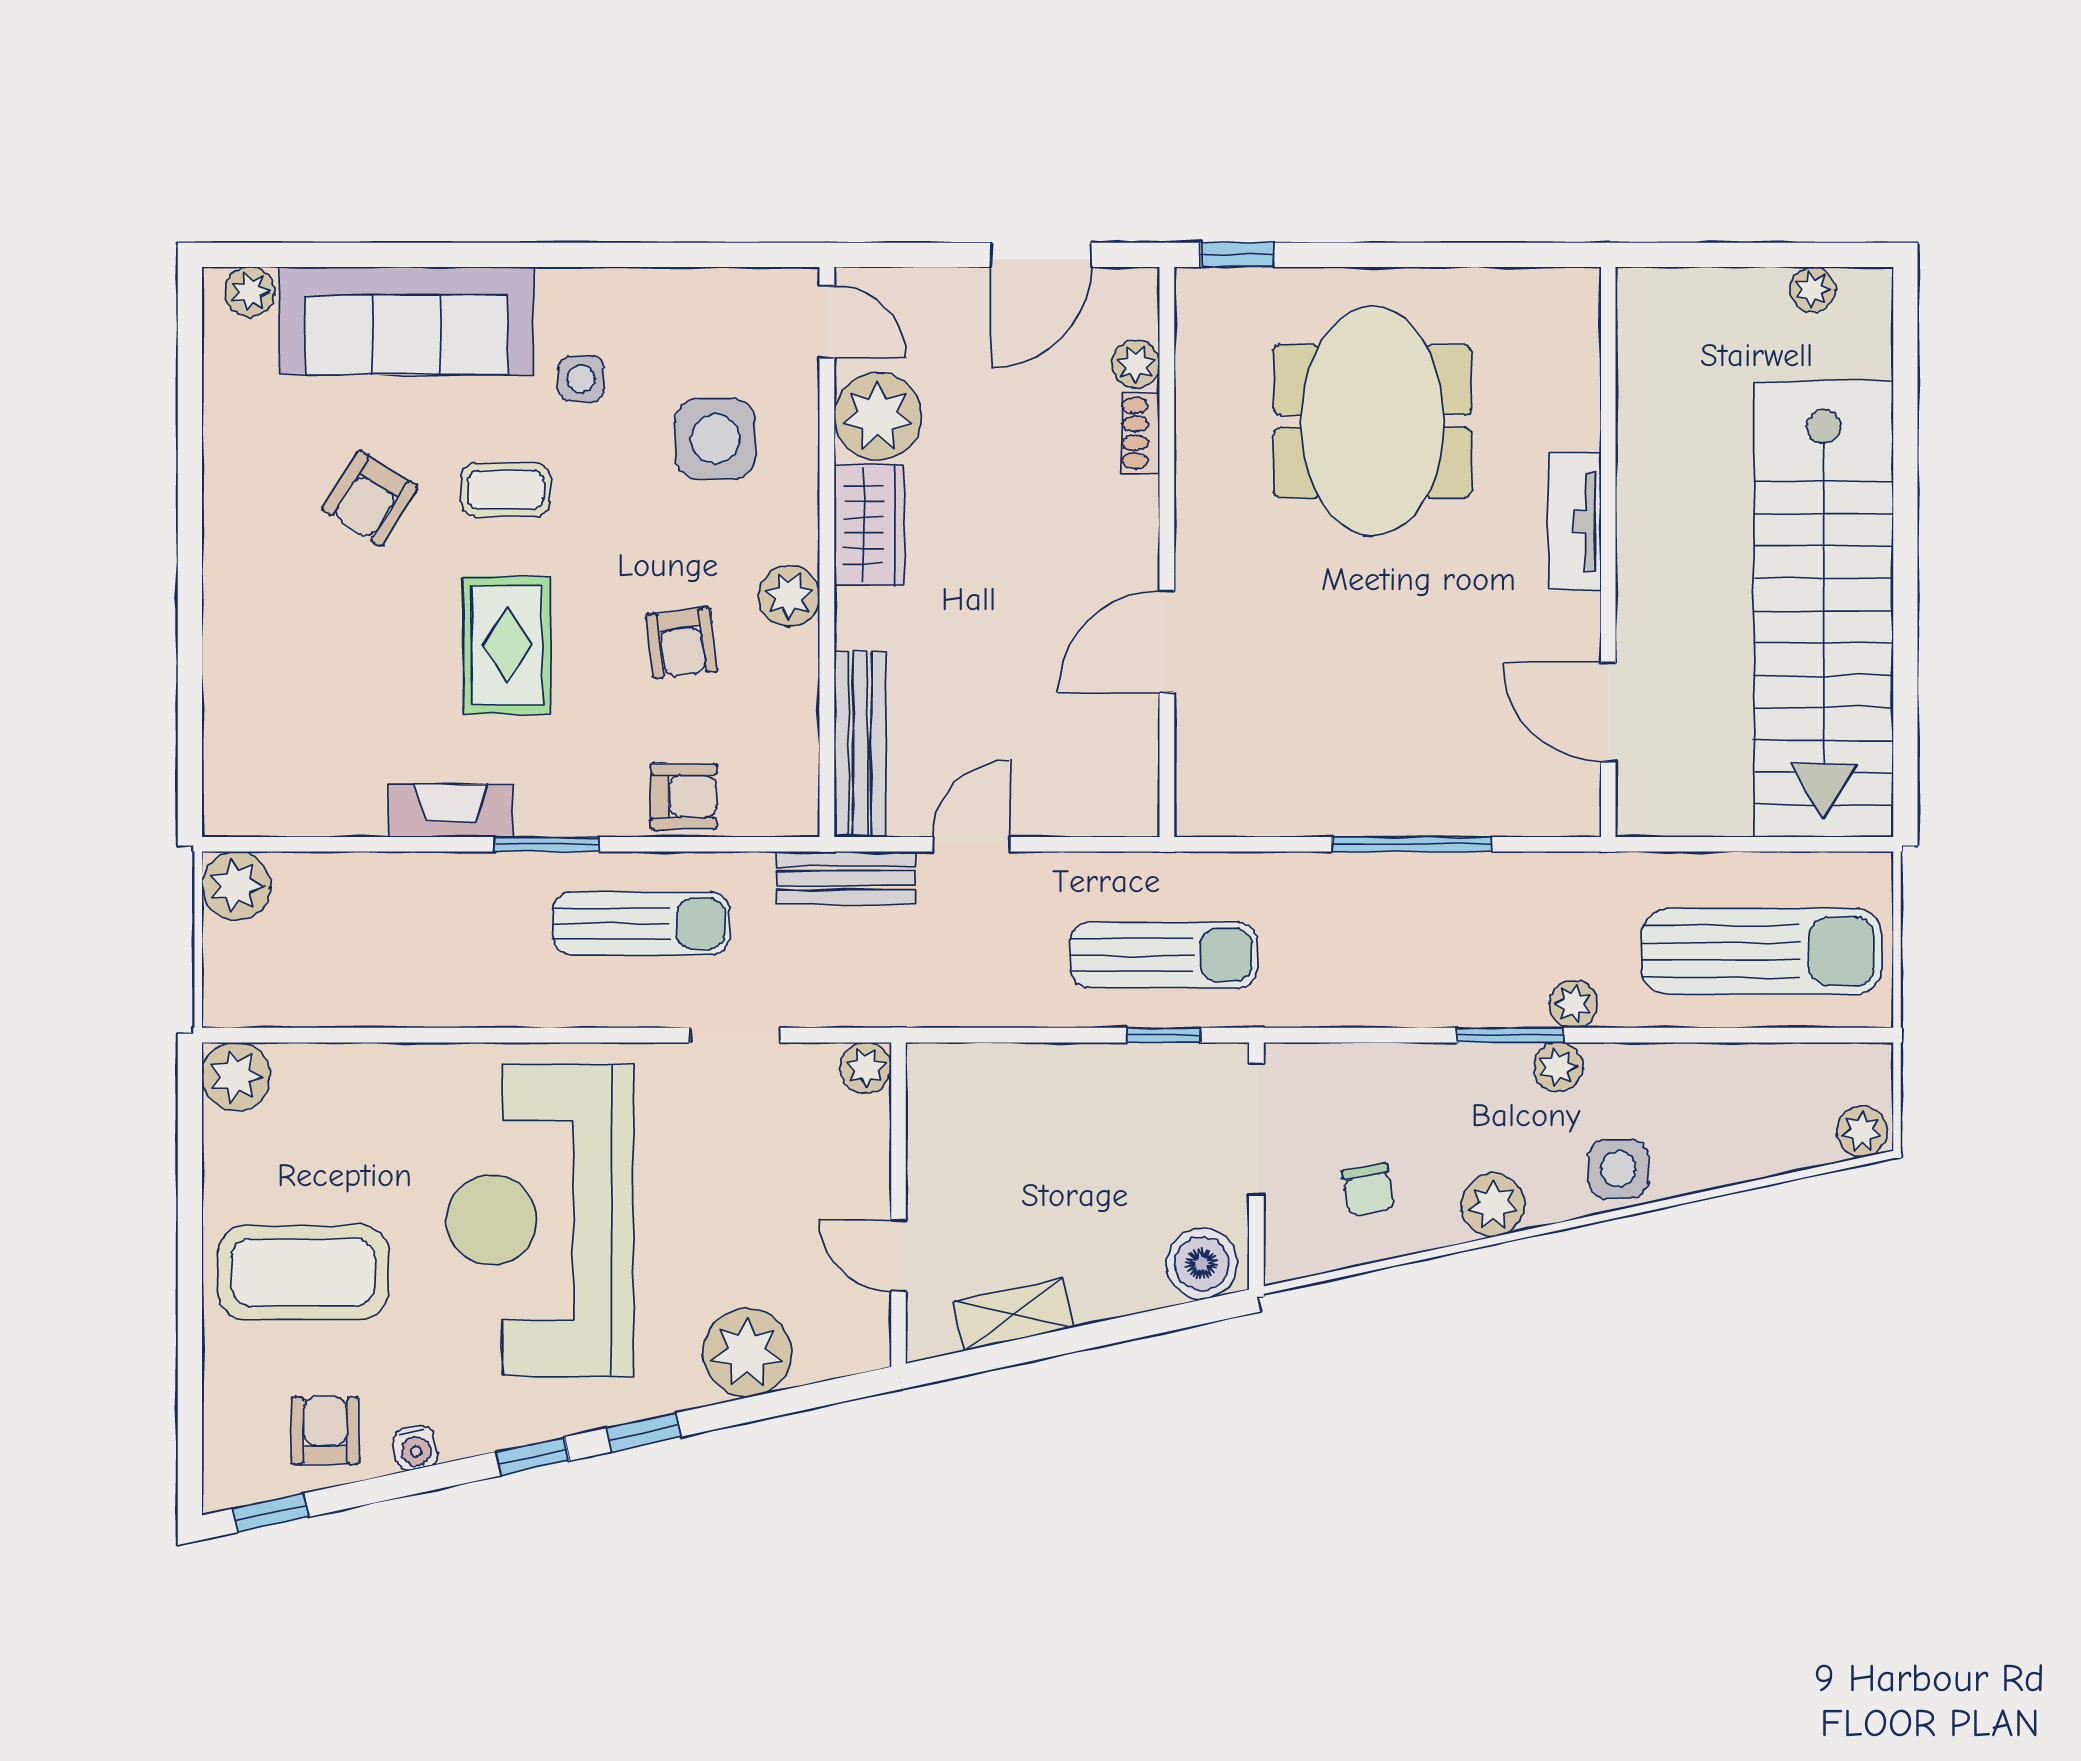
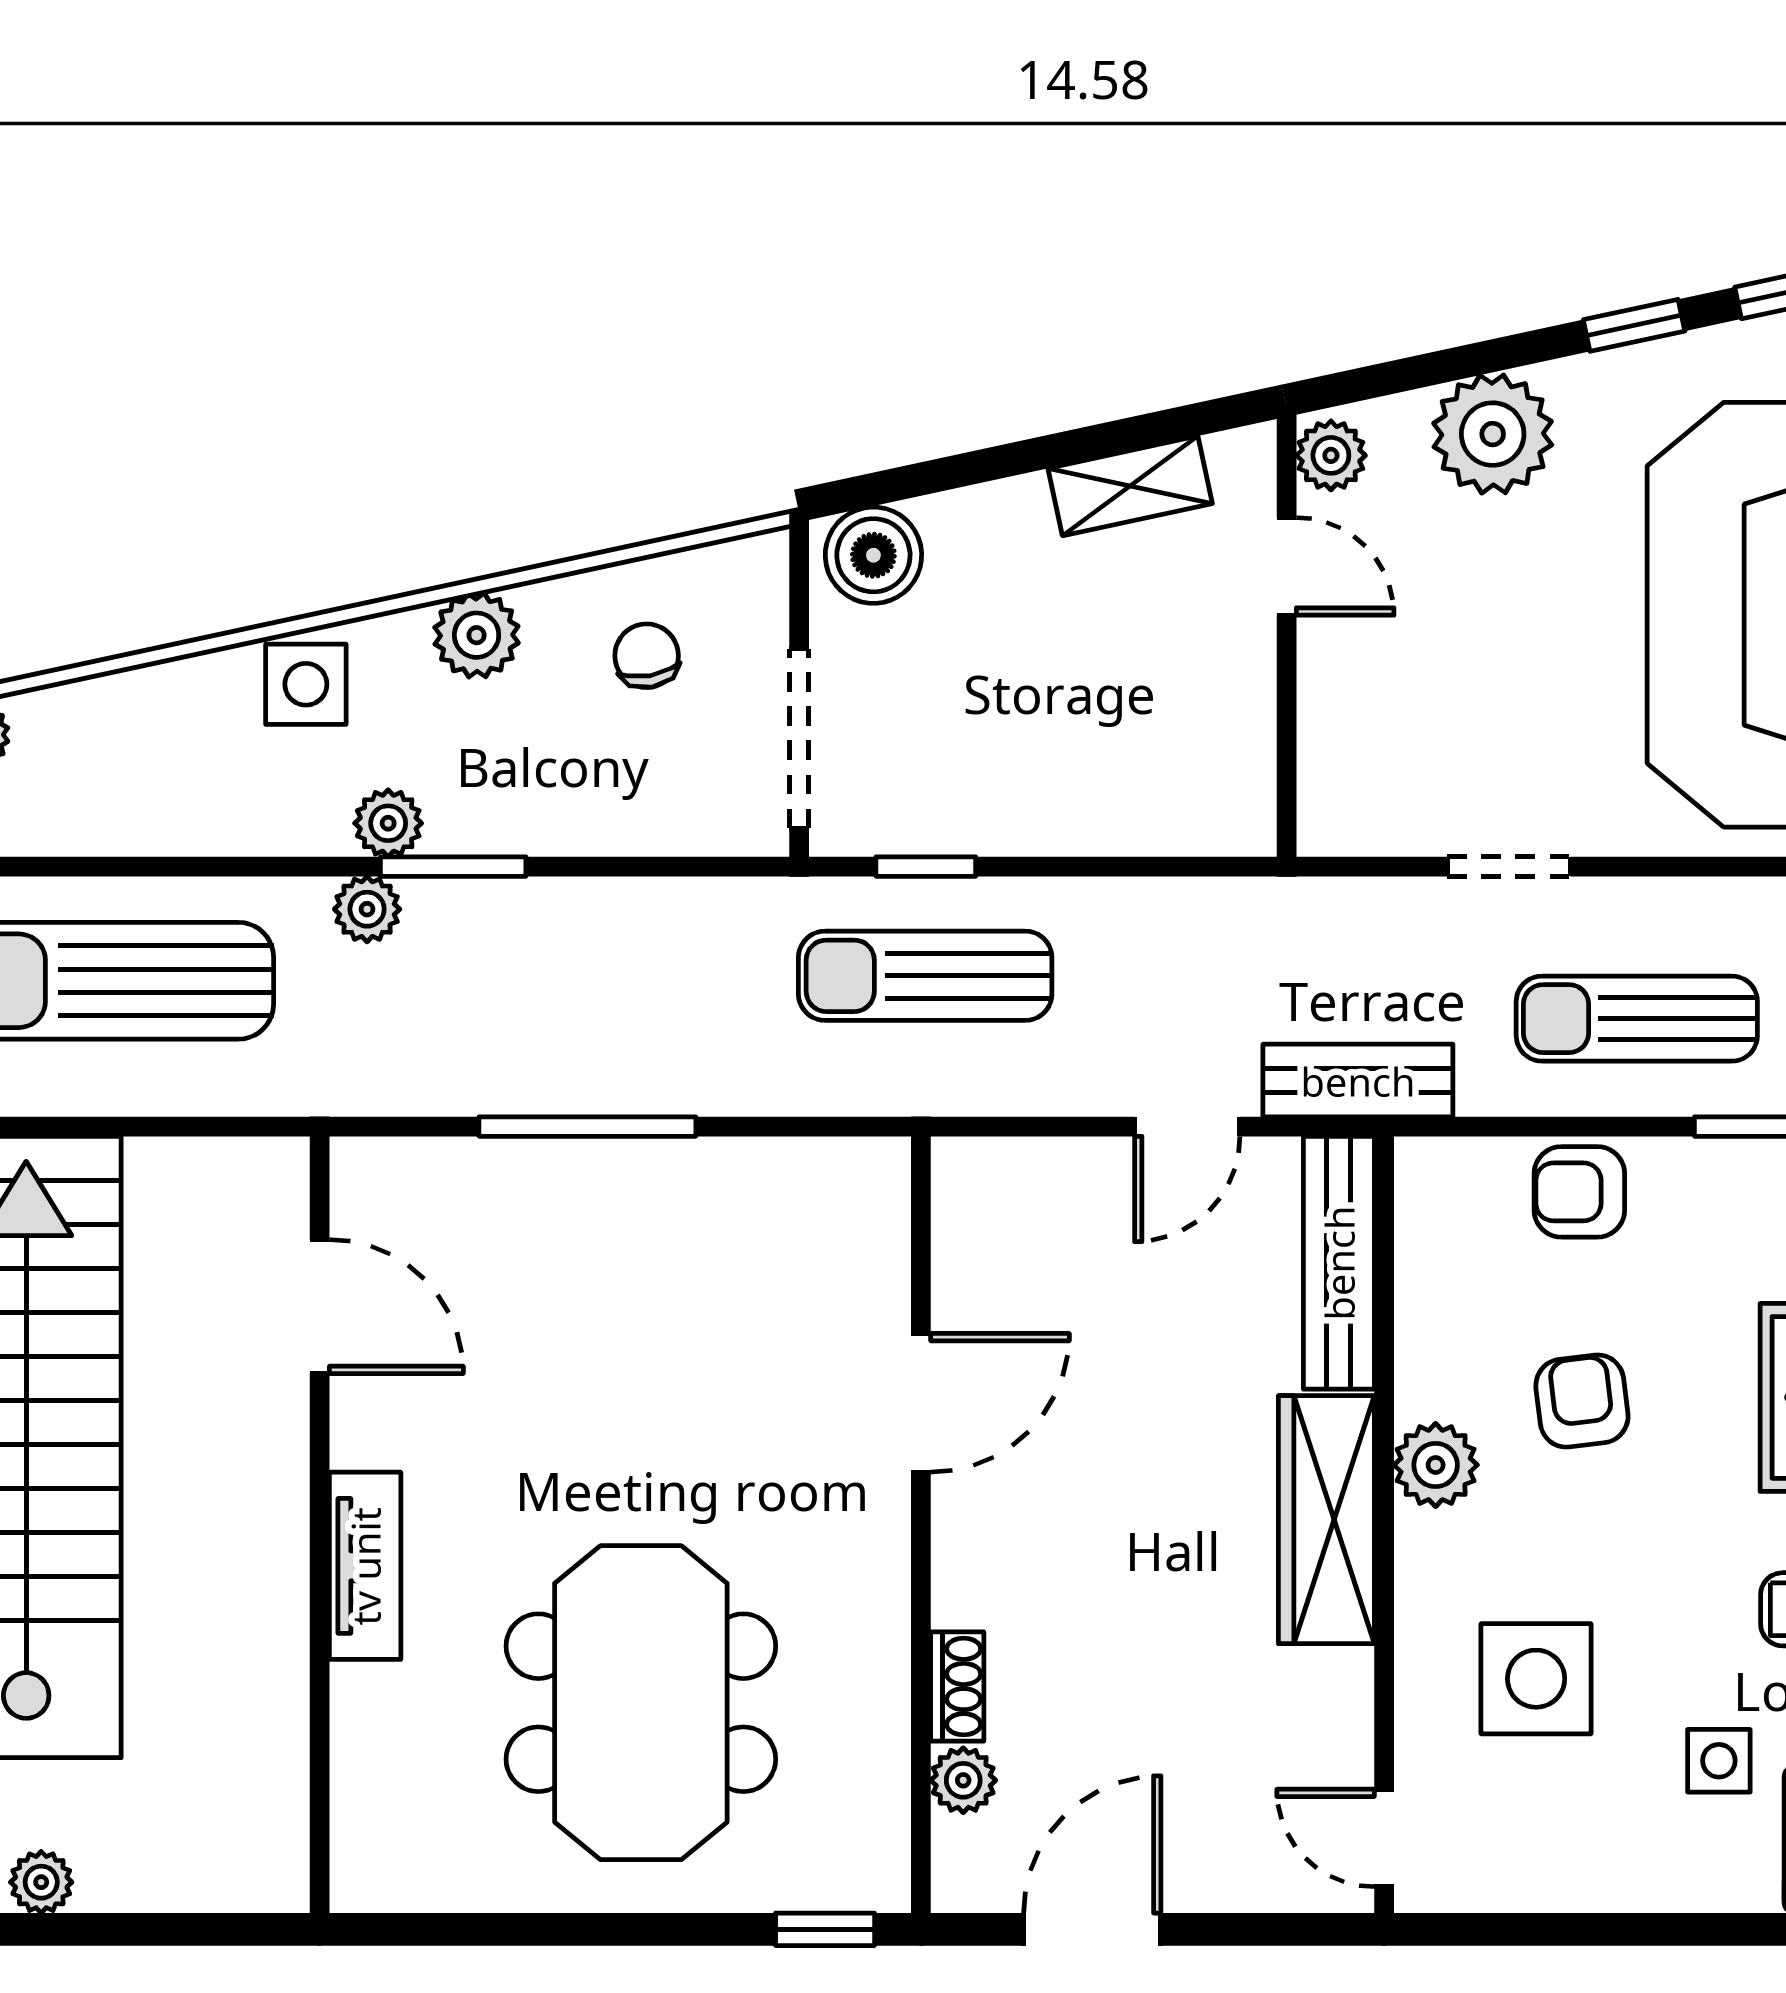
plant: (878, 416) -> (1315, 1710), removed
wardrobe: (869, 525) -> (1326, 1520), width x1.50
plant: (866, 1068) -> (1331, 455), moved

